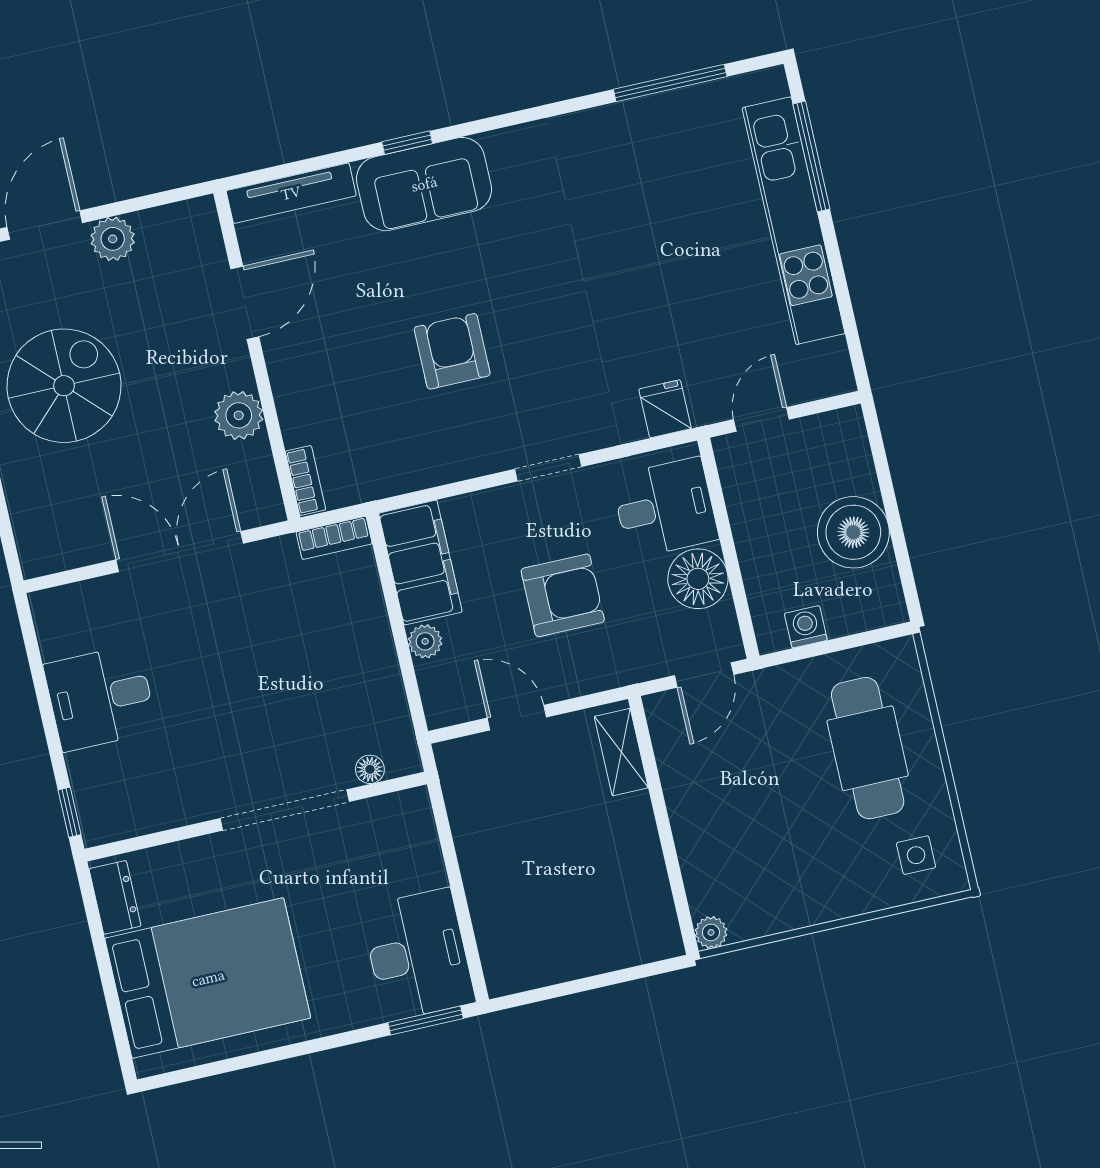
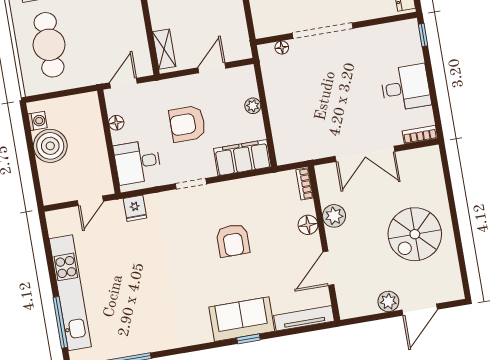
floor lamp: (293, 393) -> (308, 225), added
bookcase: (334, 538) -> (420, 135), moved
filing cabinet: (420, 563) -> (242, 158), moved, turned 90
floor lamp: (698, 579) -> (116, 123), width x0.53, depth x0.53
washing machine: (806, 627) -> (38, 121), moved, turned -90
door: (517, 718) -> (212, 68), swing flipped

